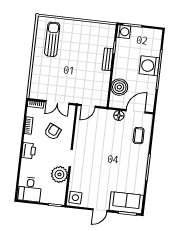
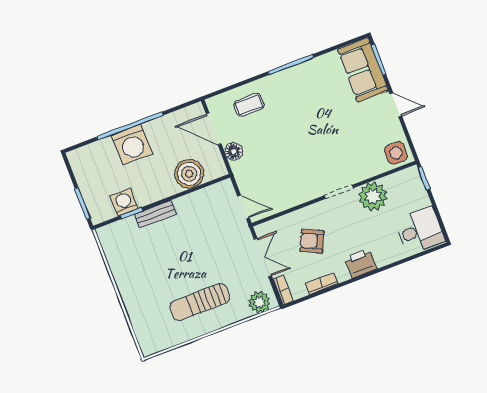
washing machine: (124, 32) -> (124, 202), moved
sun lounger: (52, 39) -> (200, 302), moved
plant: (36, 89) -> (259, 302), added

